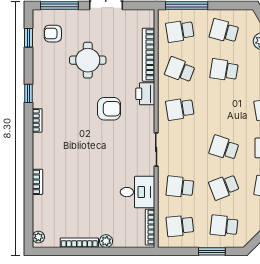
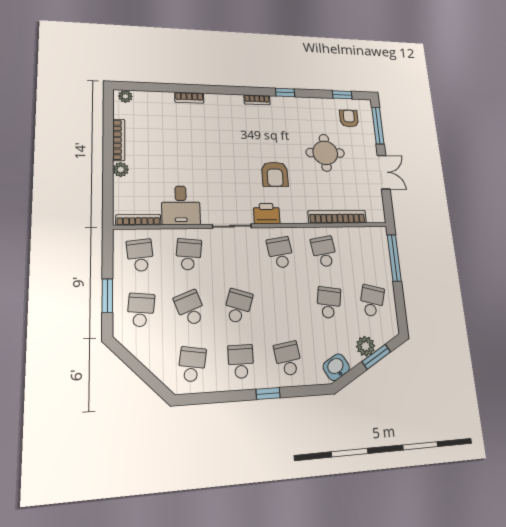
school desk: (180, 31) -> (366, 251), removed
school desk: (180, 70) -> (324, 252), turned -30
printer: (145, 94) -> (267, 214), moved

